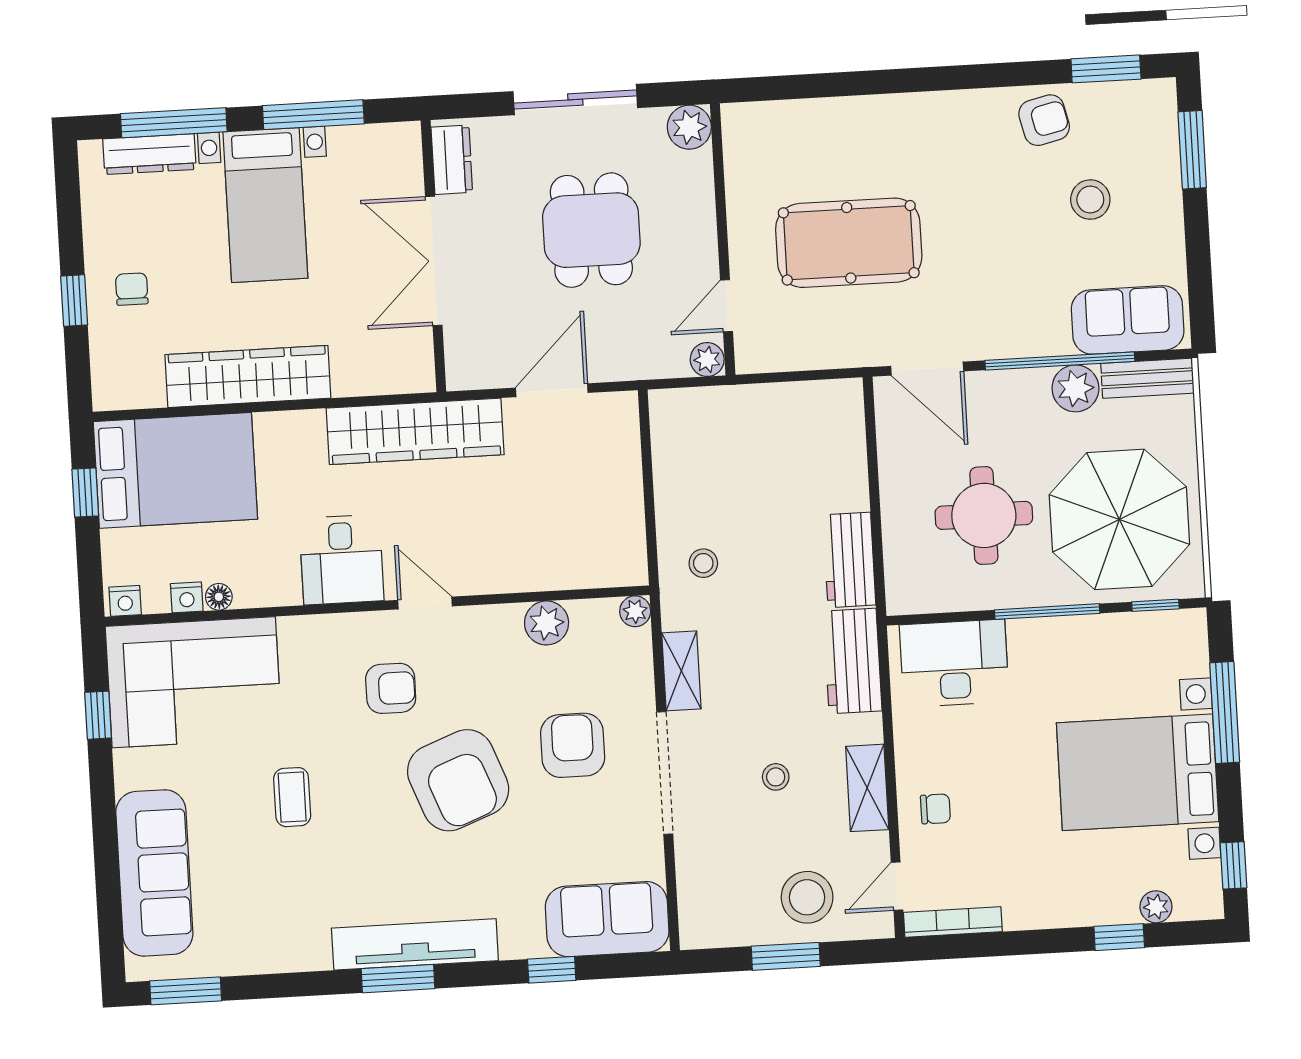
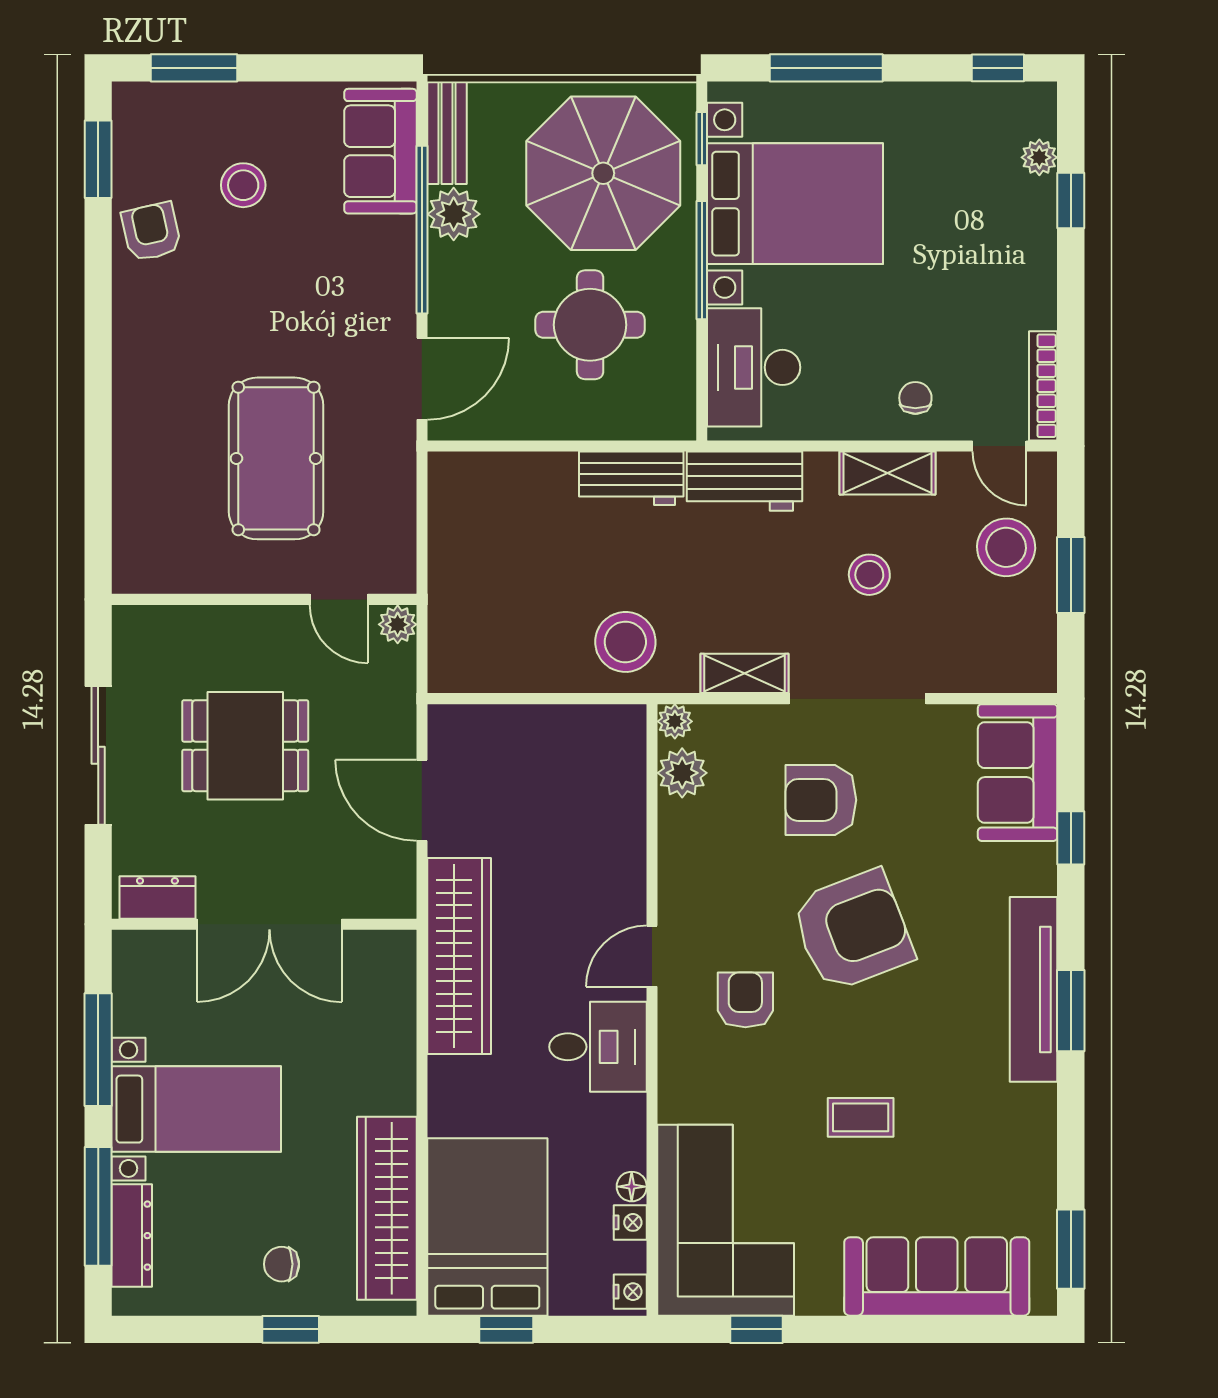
plant: (689, 127) -> (136, 629), removed
wardrobe: (248, 376) -> (387, 1208), moved
stool: (703, 563) -> (625, 642), width x1.89, depth x1.89
plant: (547, 623) -> (682, 773), moved
bed with nightstands: (1138, 772) -> (795, 204), moved, turned -90
stool: (776, 777) -> (869, 575), width x1.37, depth x1.37

